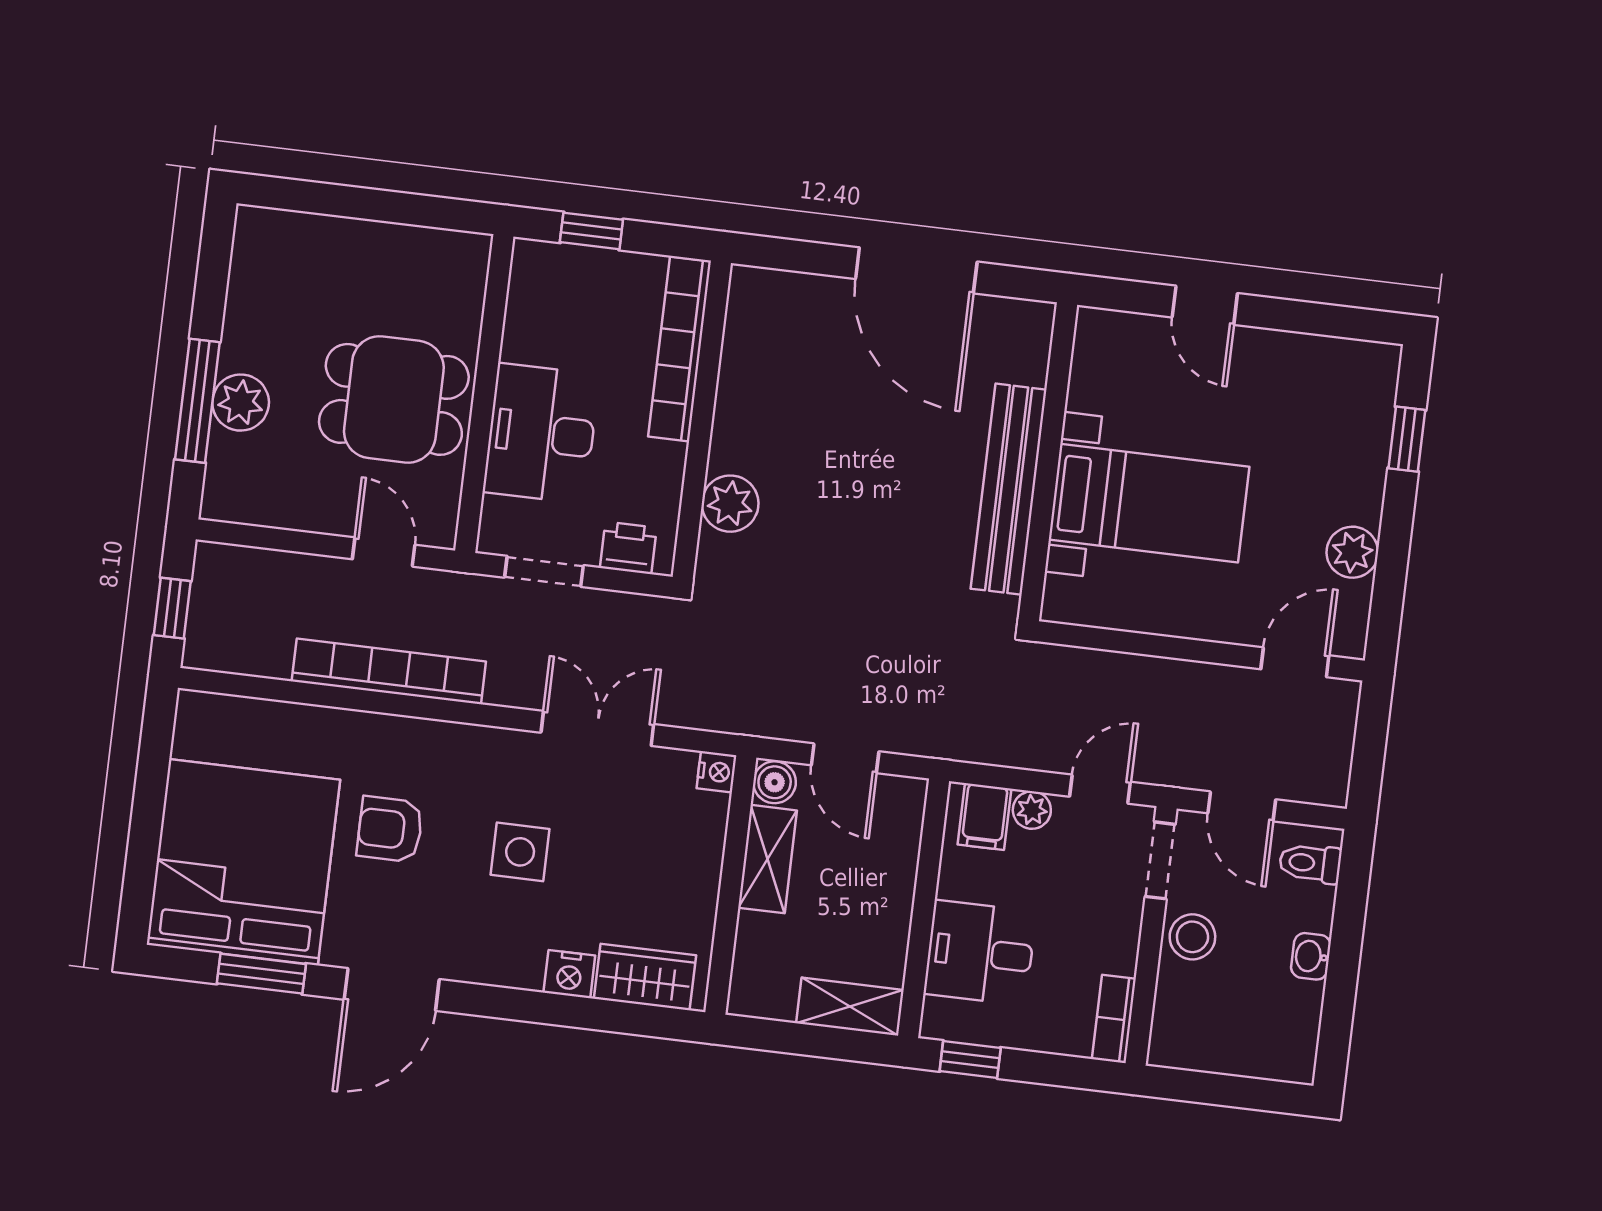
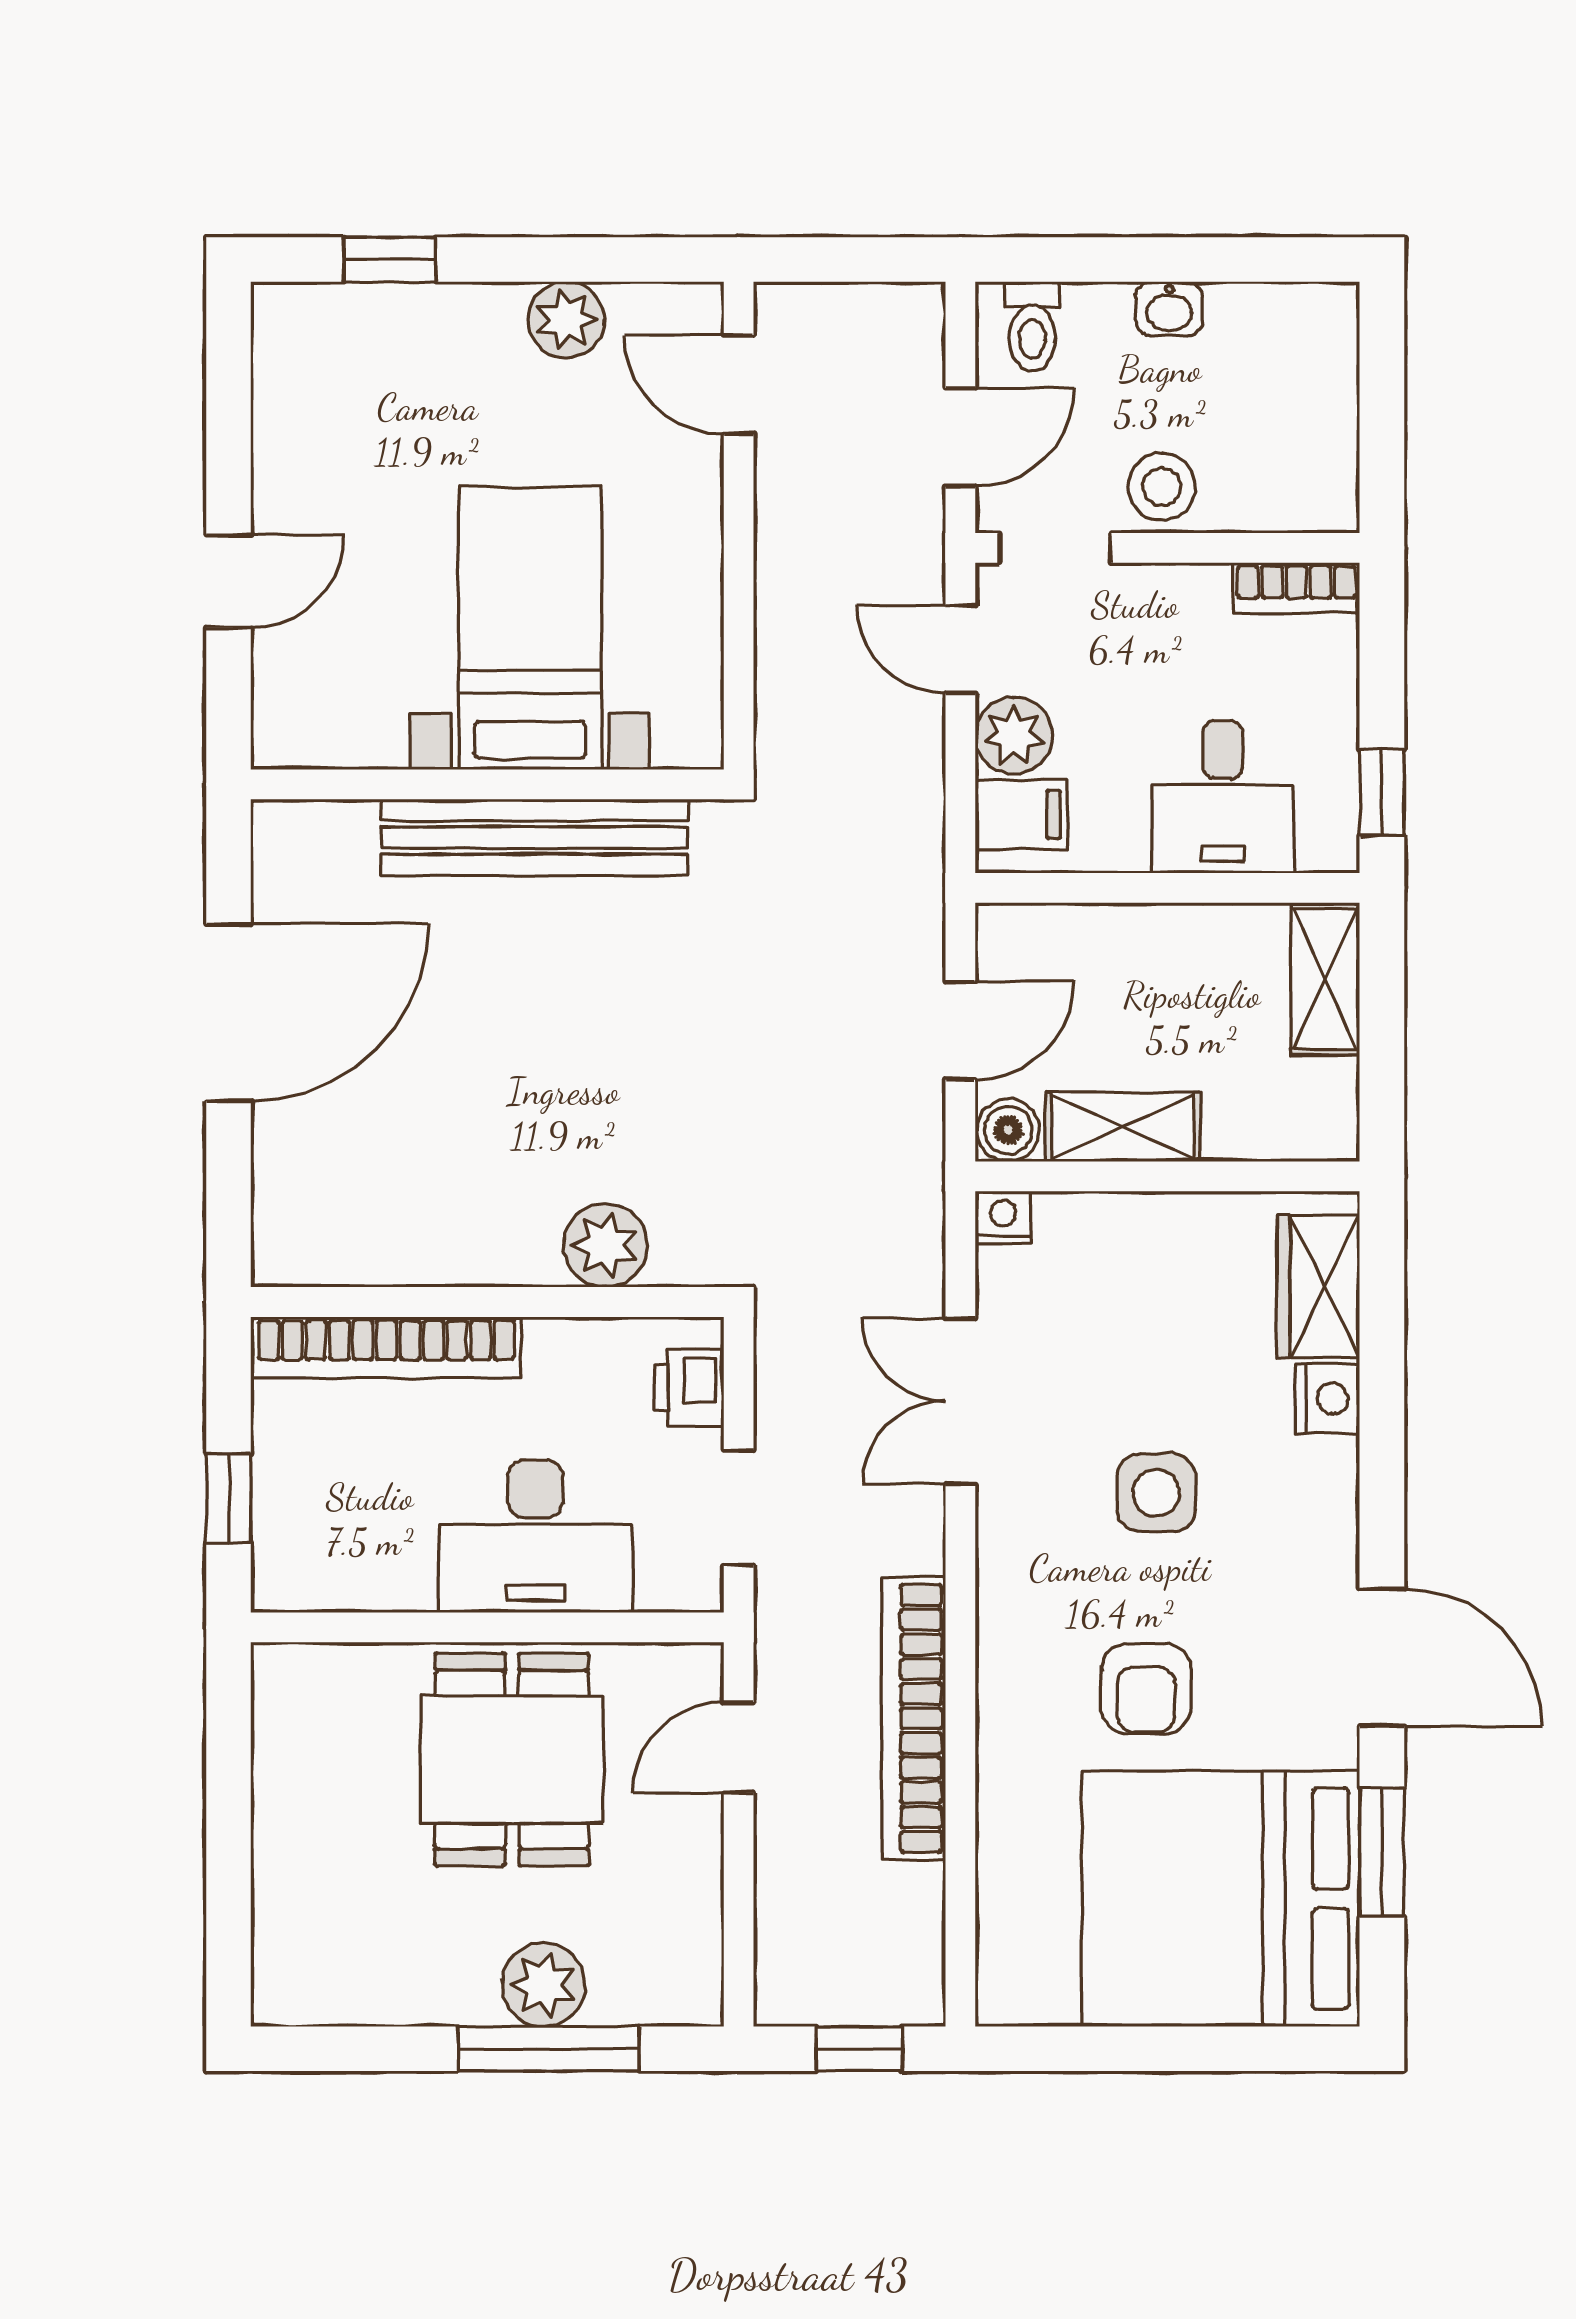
plant: (1032, 810) -> (1014, 736), width x1.38, depth x1.38

